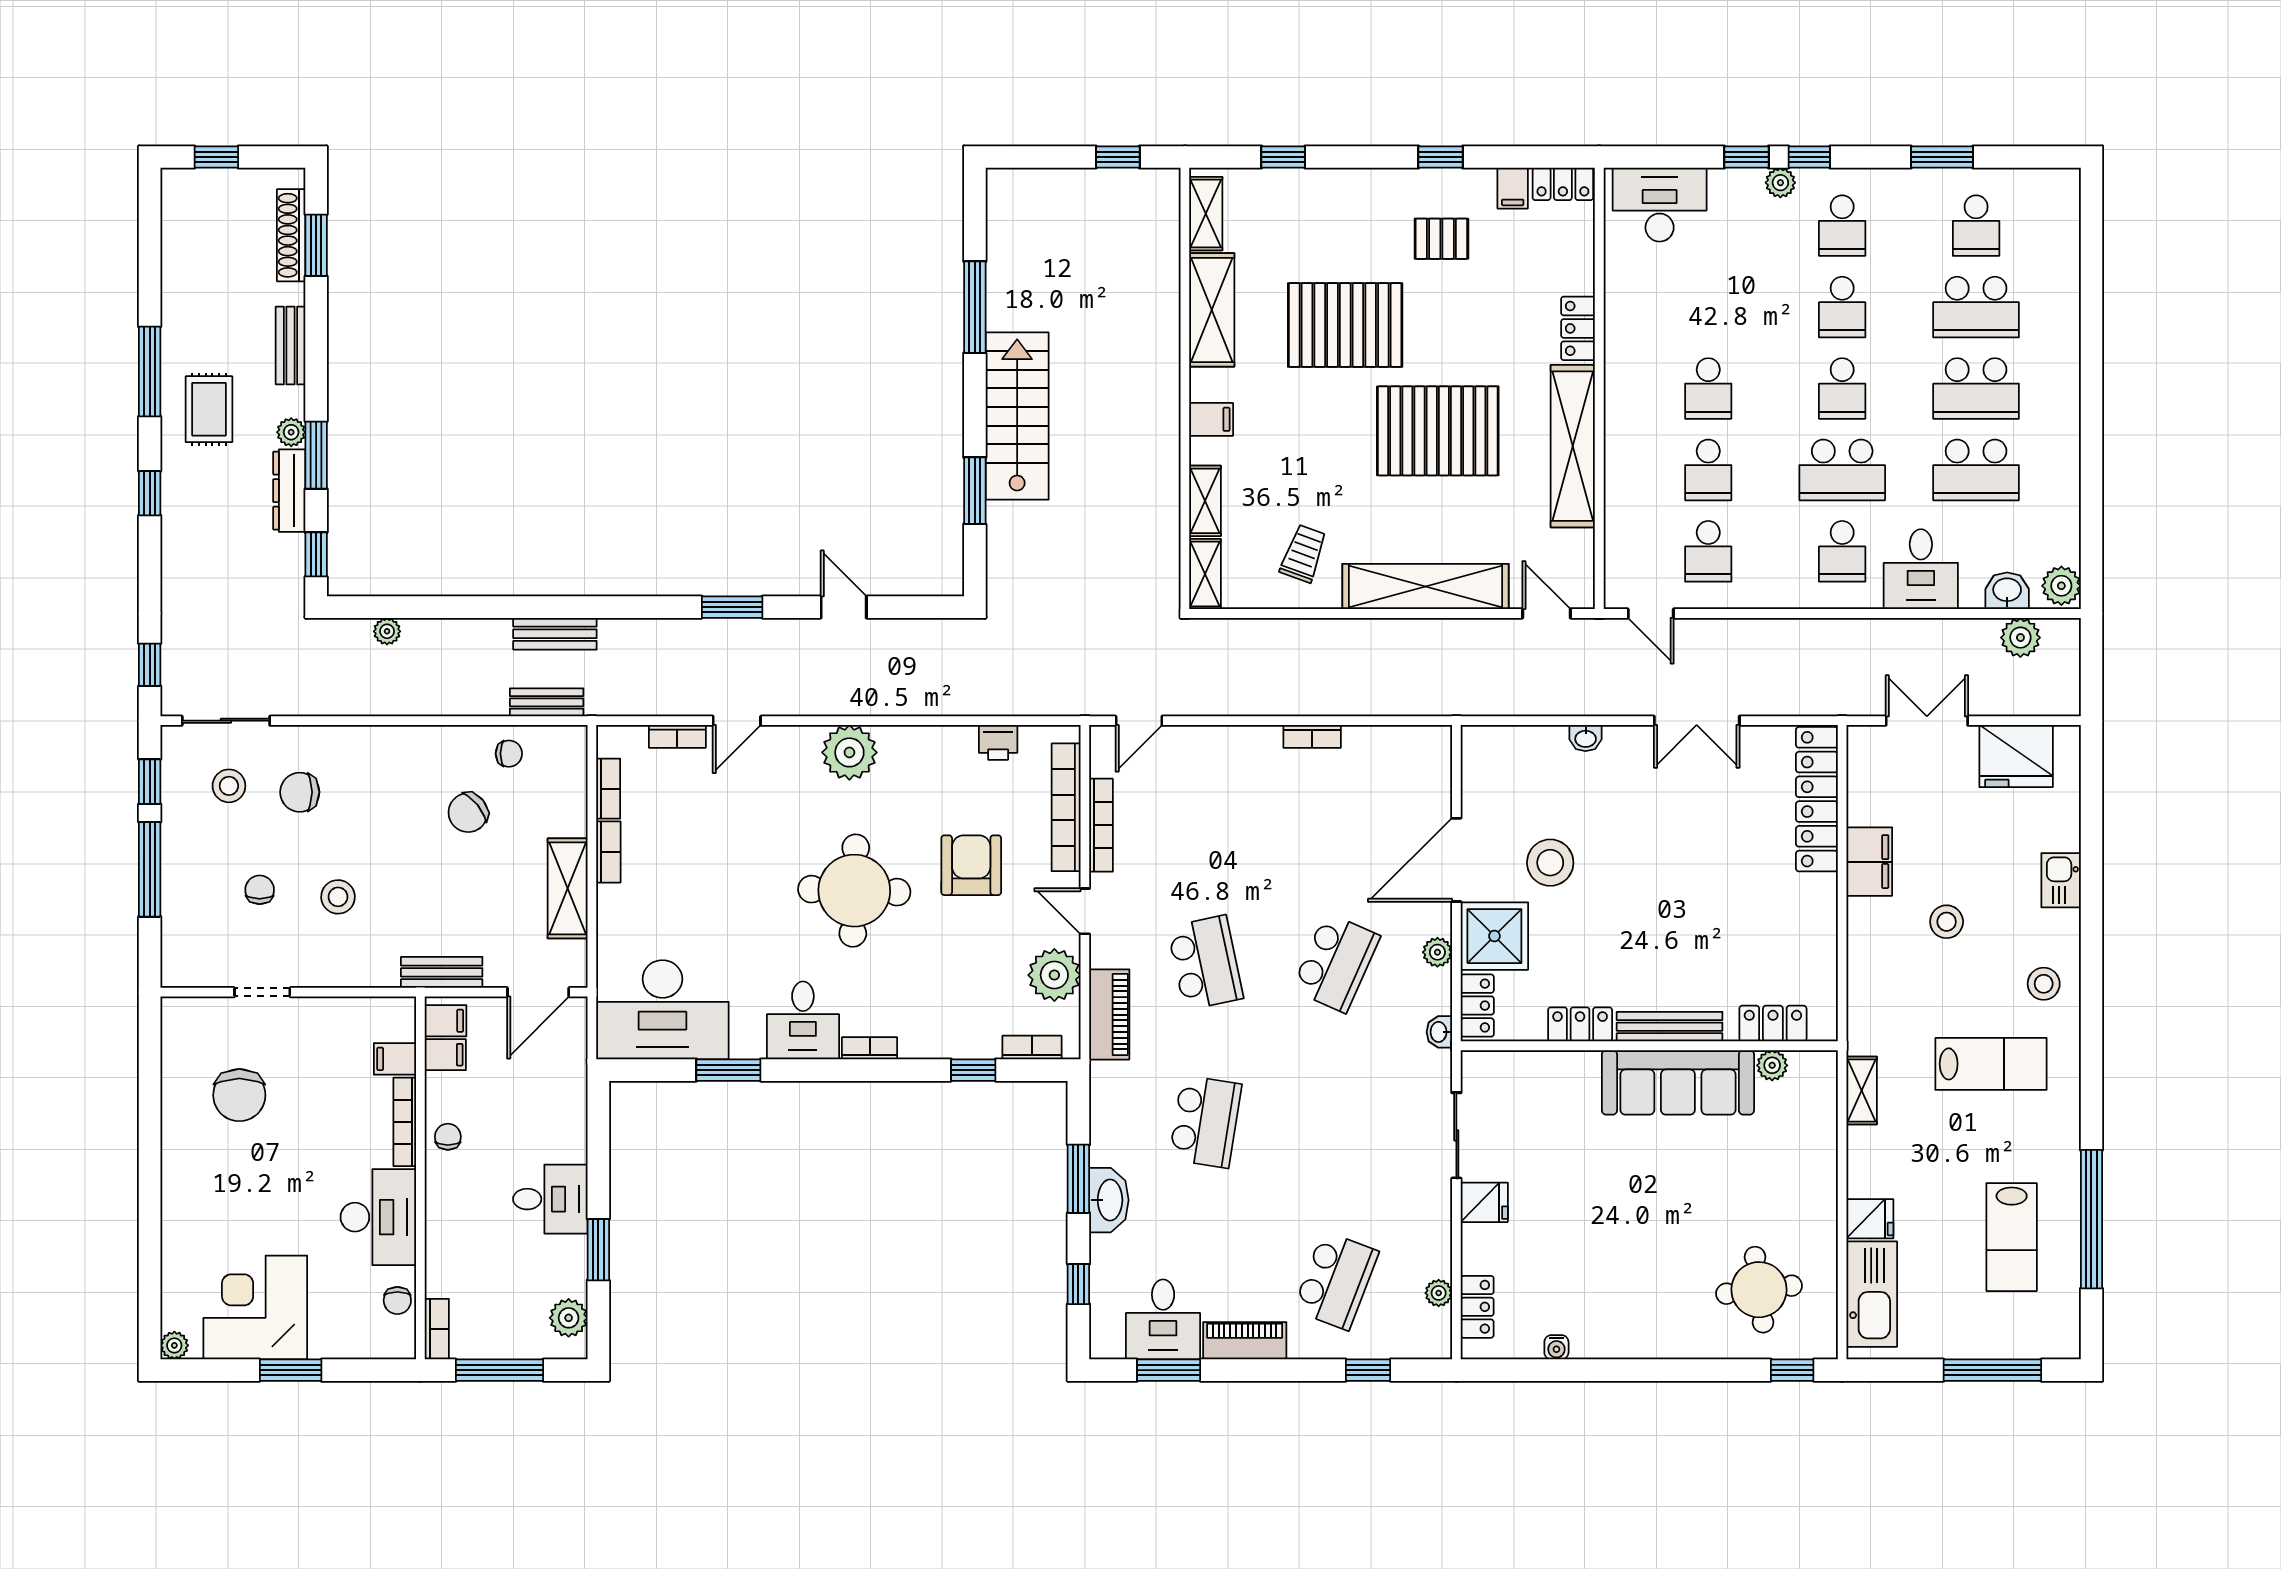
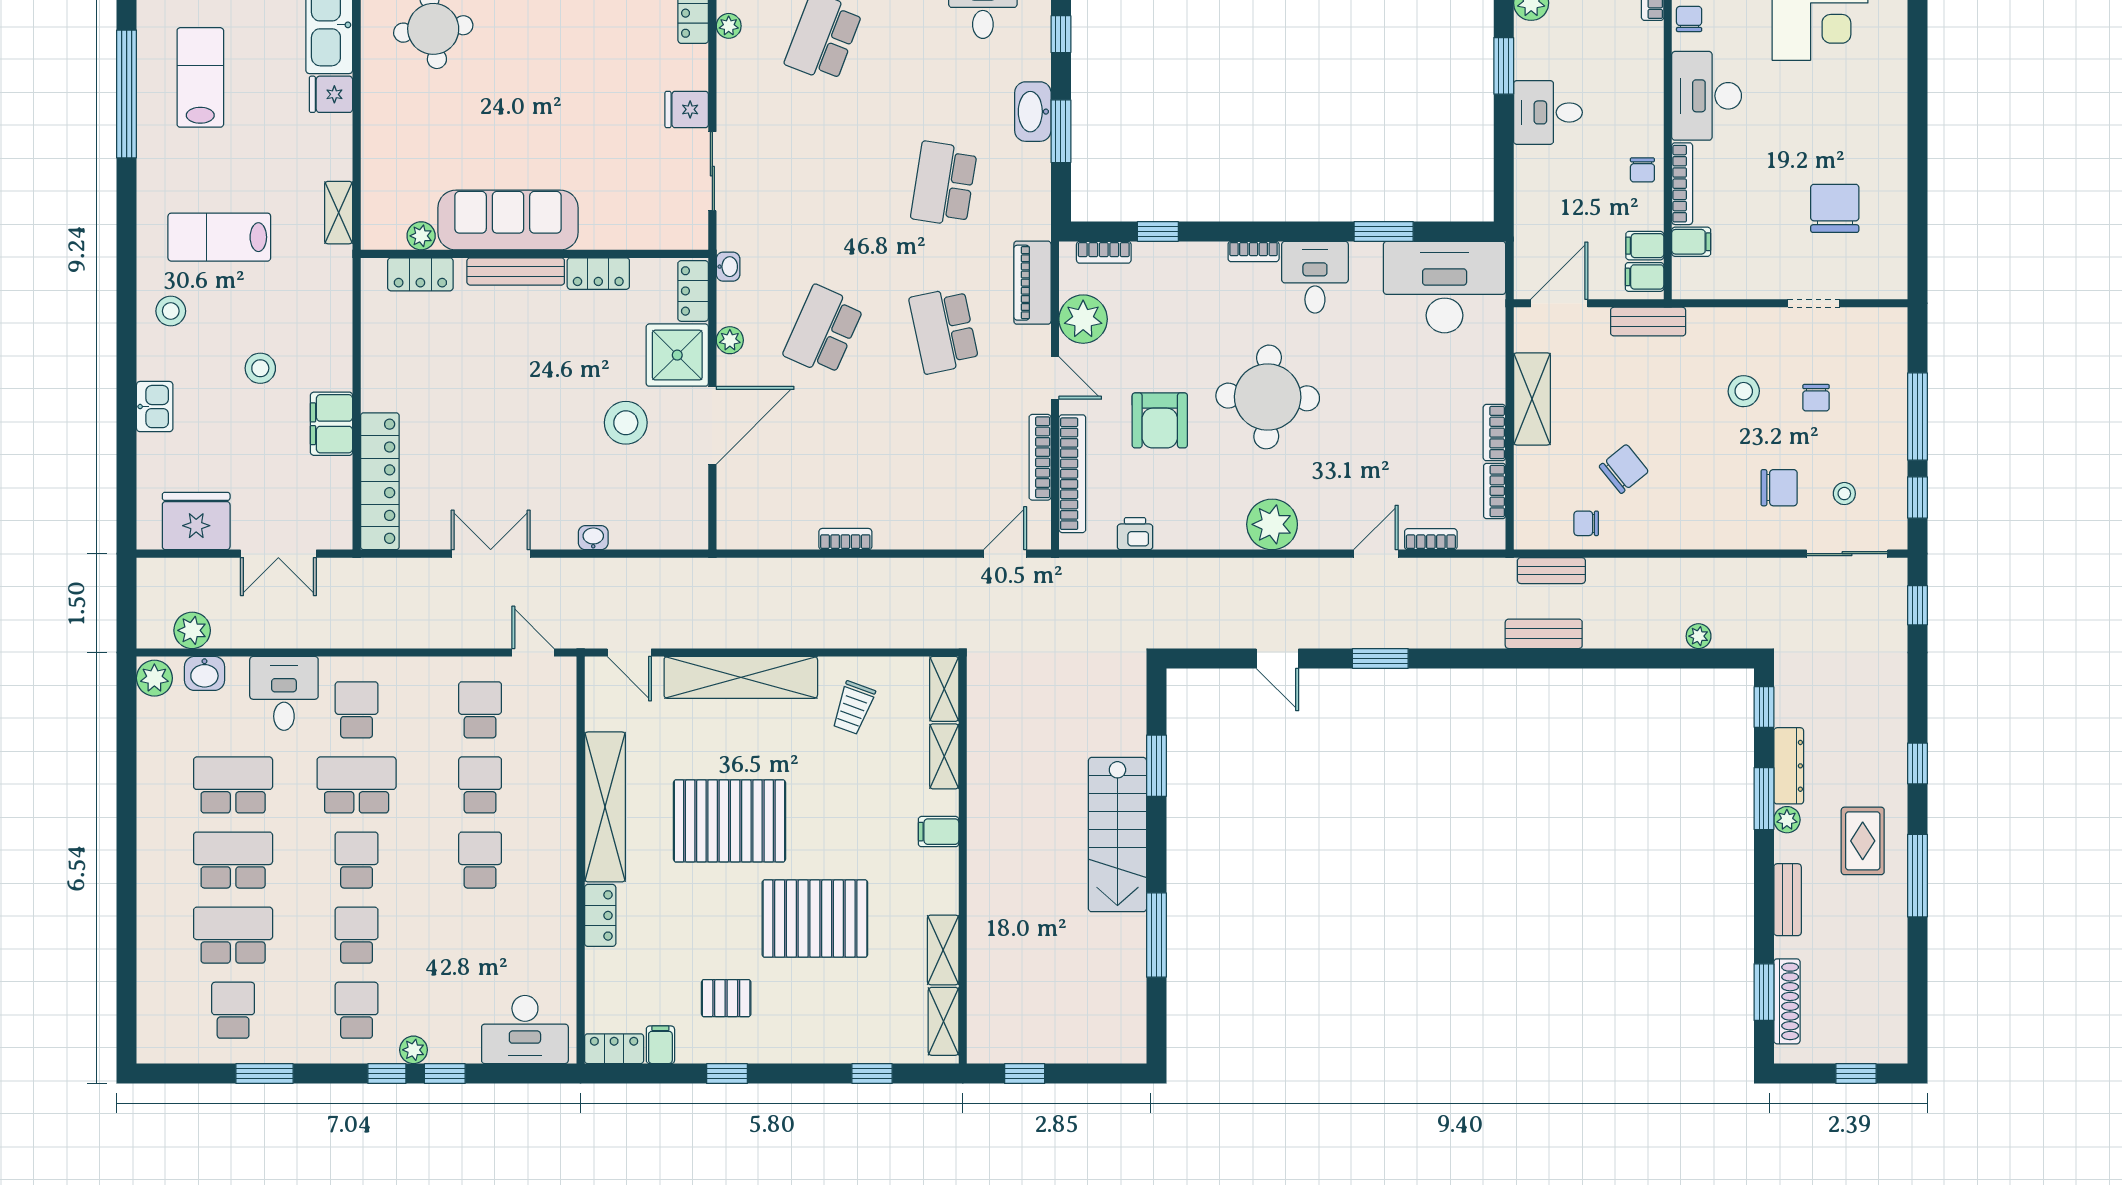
shelving: (1212, 310) -> (943, 950), width x0.67, depth x0.75
stool: (229, 786) -> (1844, 494), width x0.73, depth x0.73

